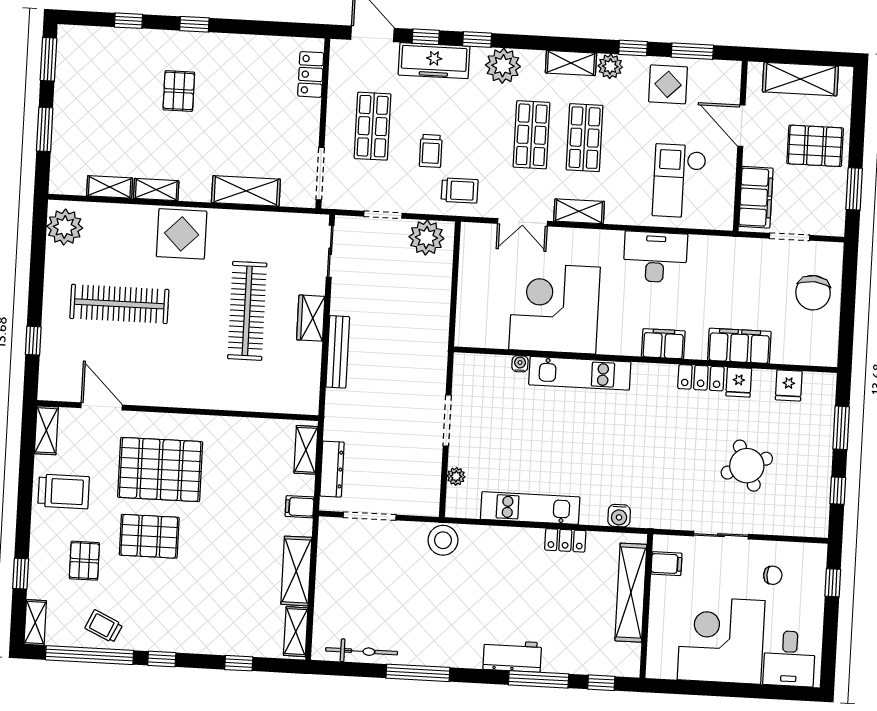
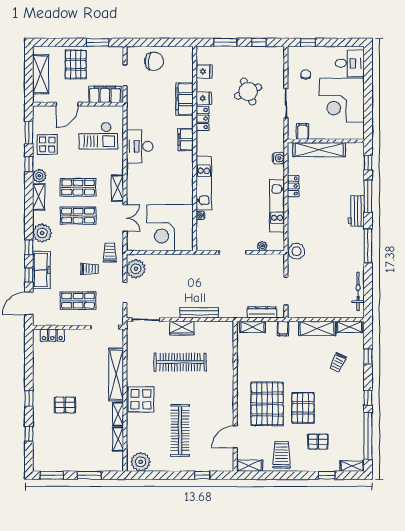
shelving: (246, 191) -> (116, 375), width x1.47
corner desk: (554, 308) -> (170, 228), moved
trolley: (104, 626) -> (338, 362), moved
window: (418, 673) -> (368, 246), moved

